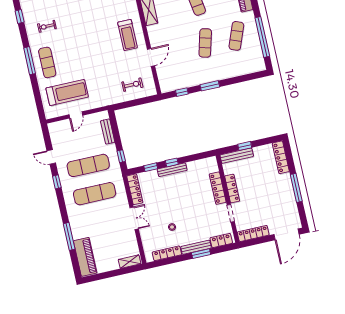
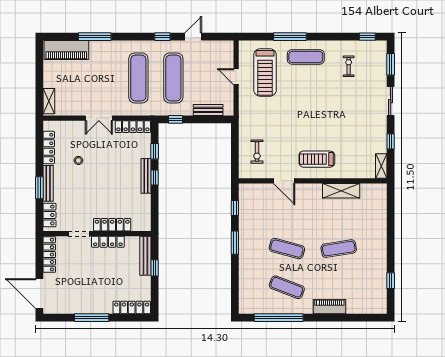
window: (30, 61) -> (290, 37), moved

